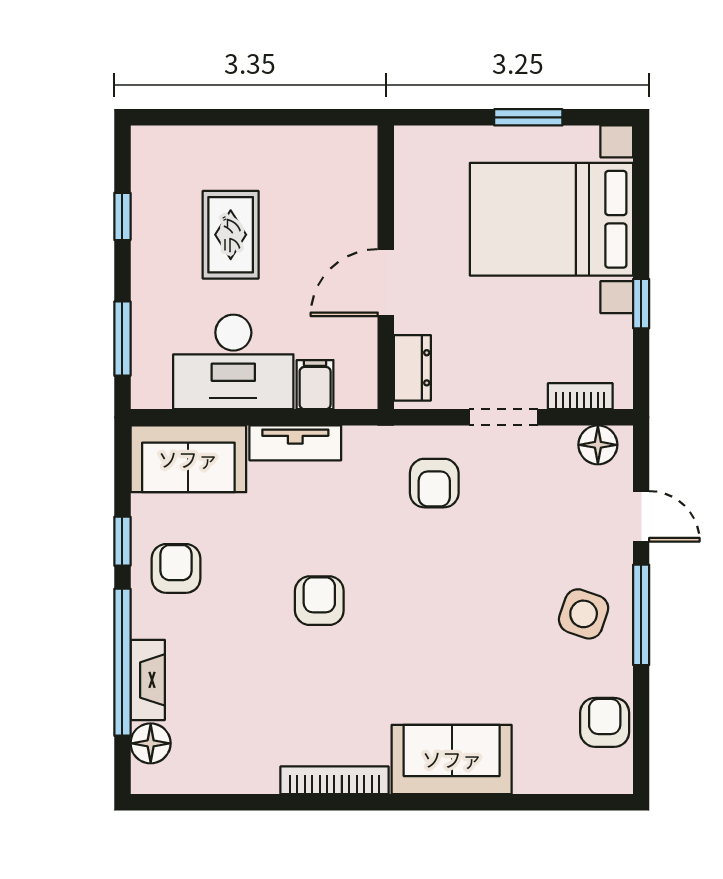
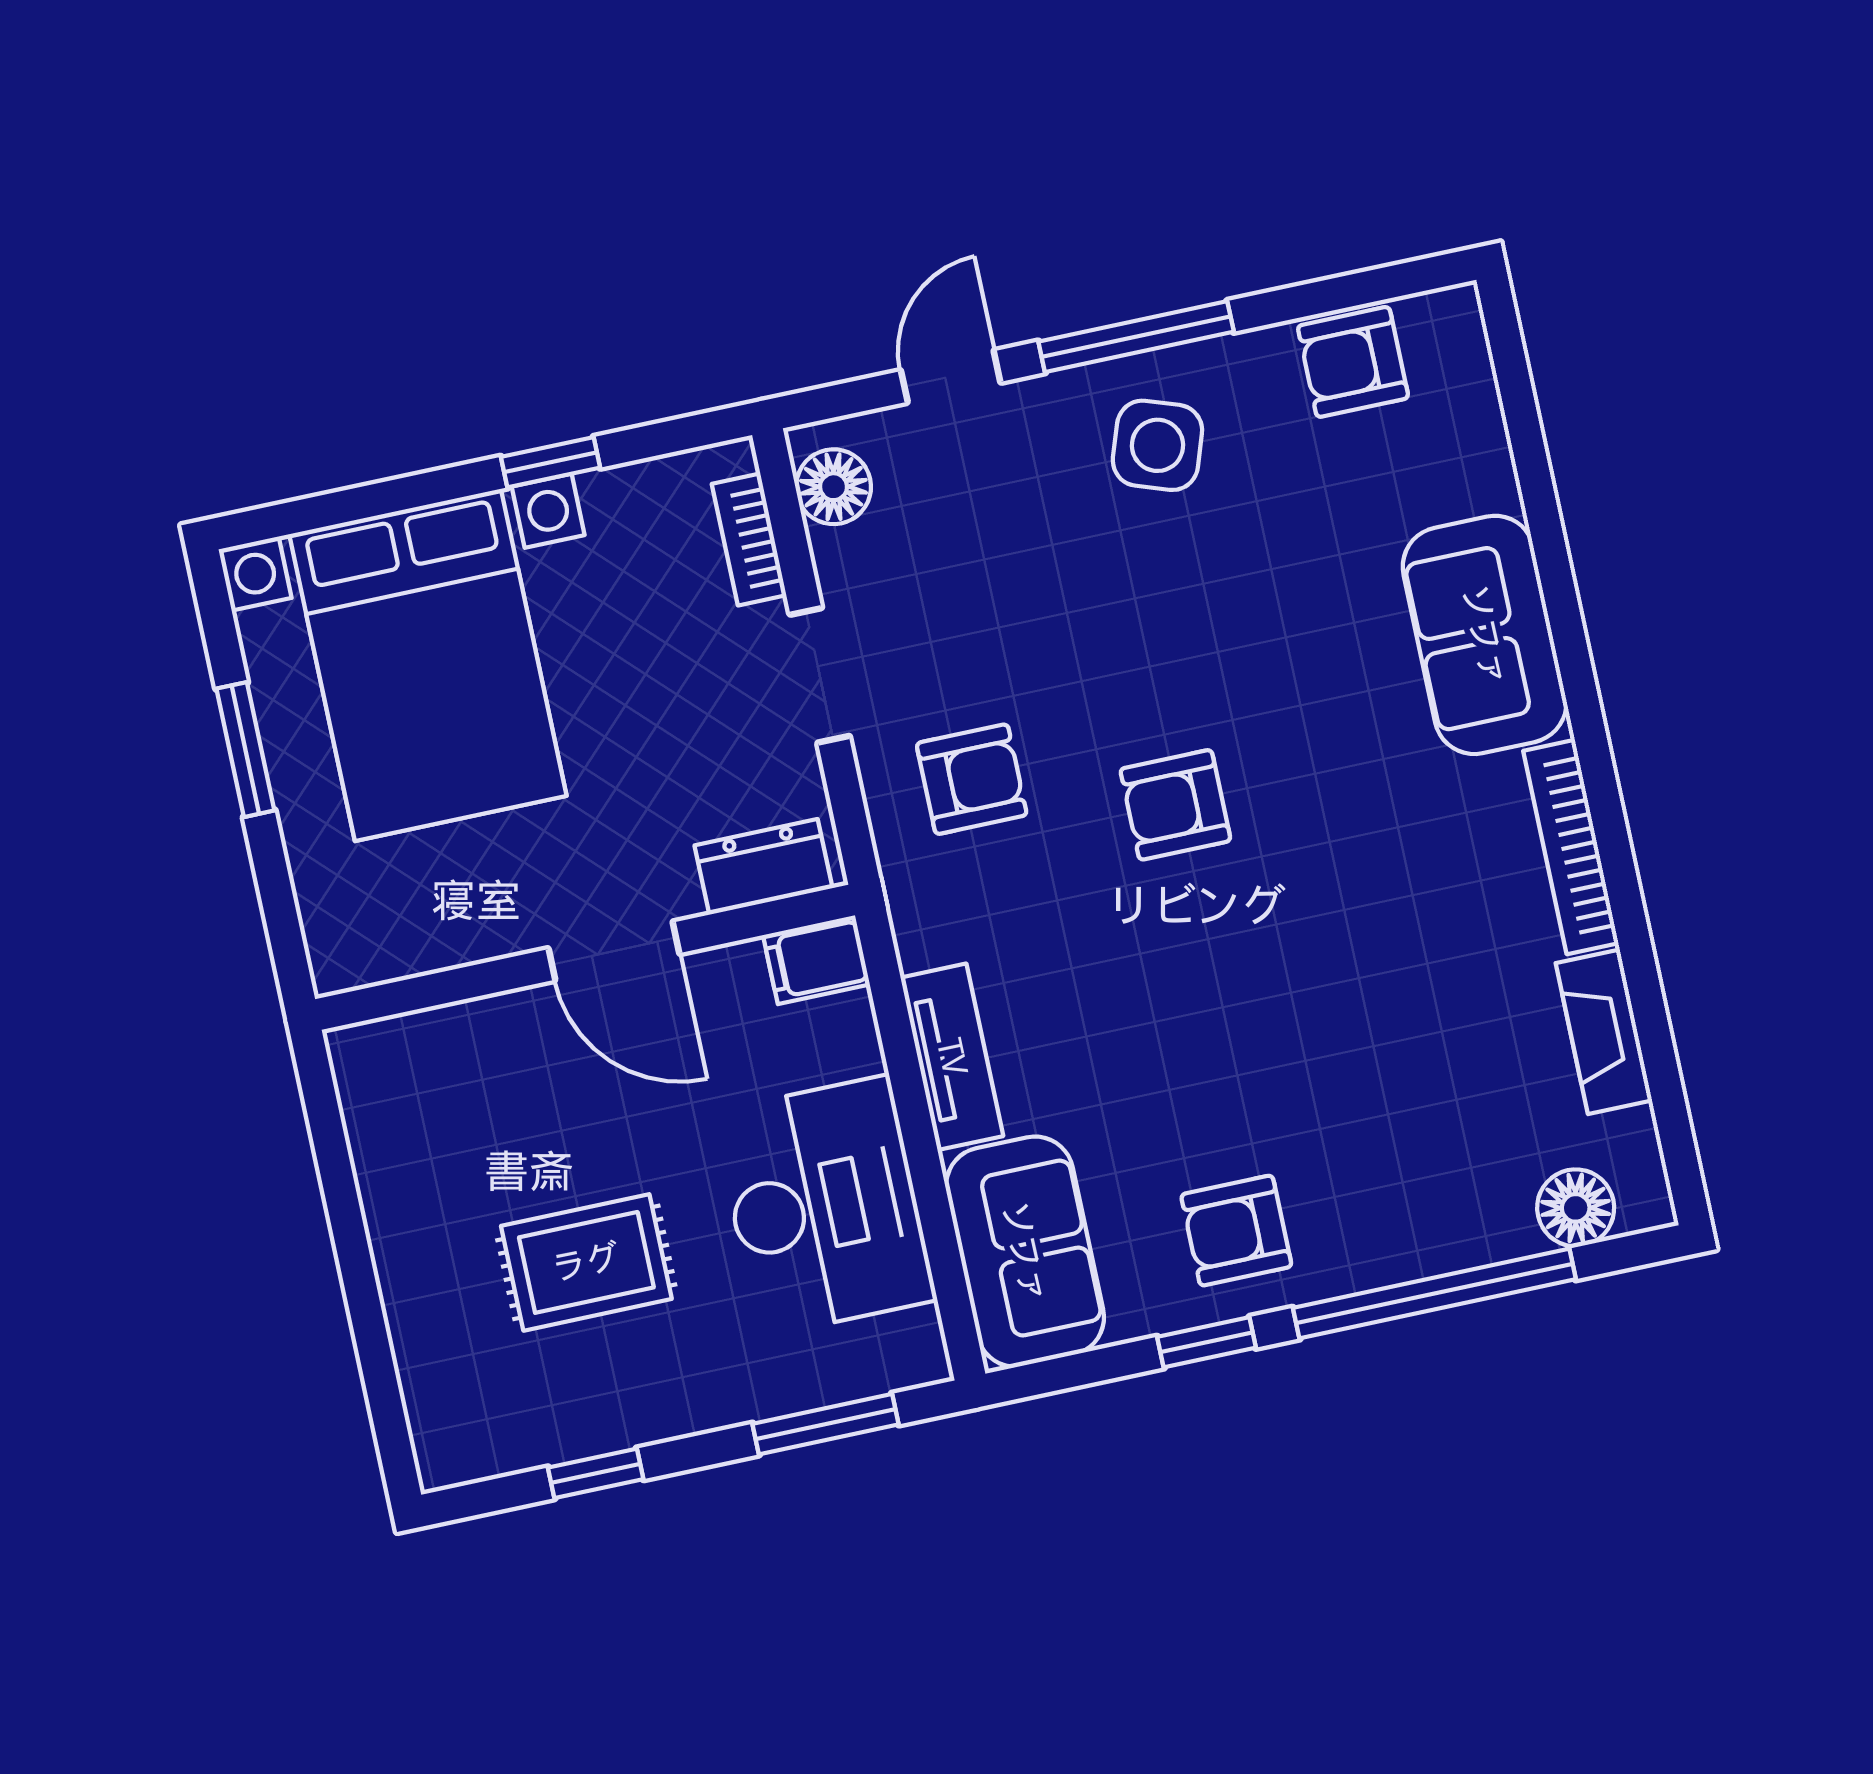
filing cabinet: (315, 385) -> (816, 960), moved
armchair: (319, 601) -> (1175, 805), moved
fireplace: (148, 680) -> (1604, 1032), moved, turned -90

